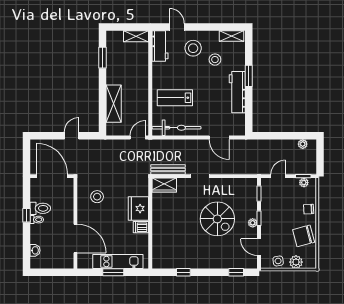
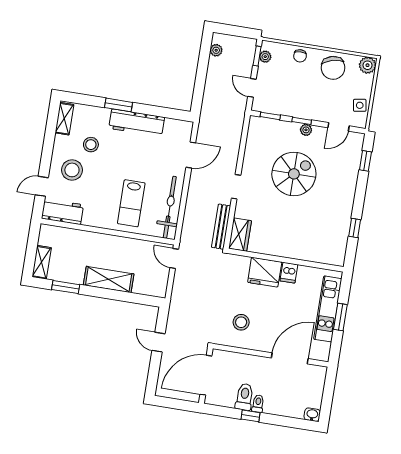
shelving: (136, 36) -> (42, 262), moved
shelving: (114, 104) -> (109, 279), moved
washbasin: (35, 250) -> (312, 415), moved
plant: (296, 262) -> (368, 65), moved

